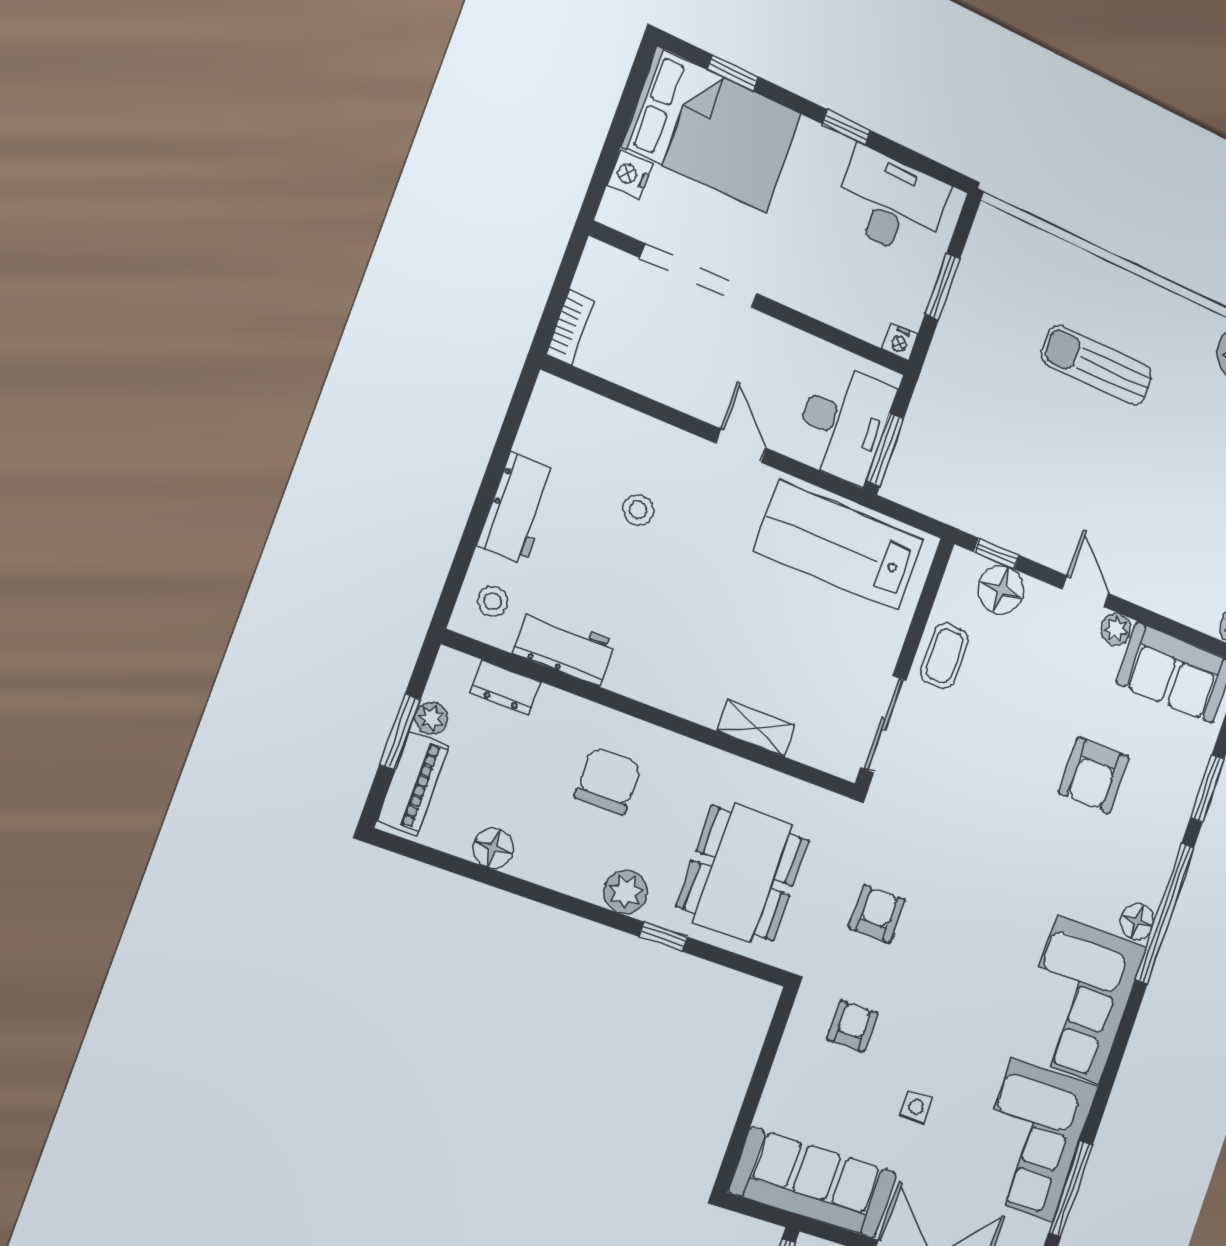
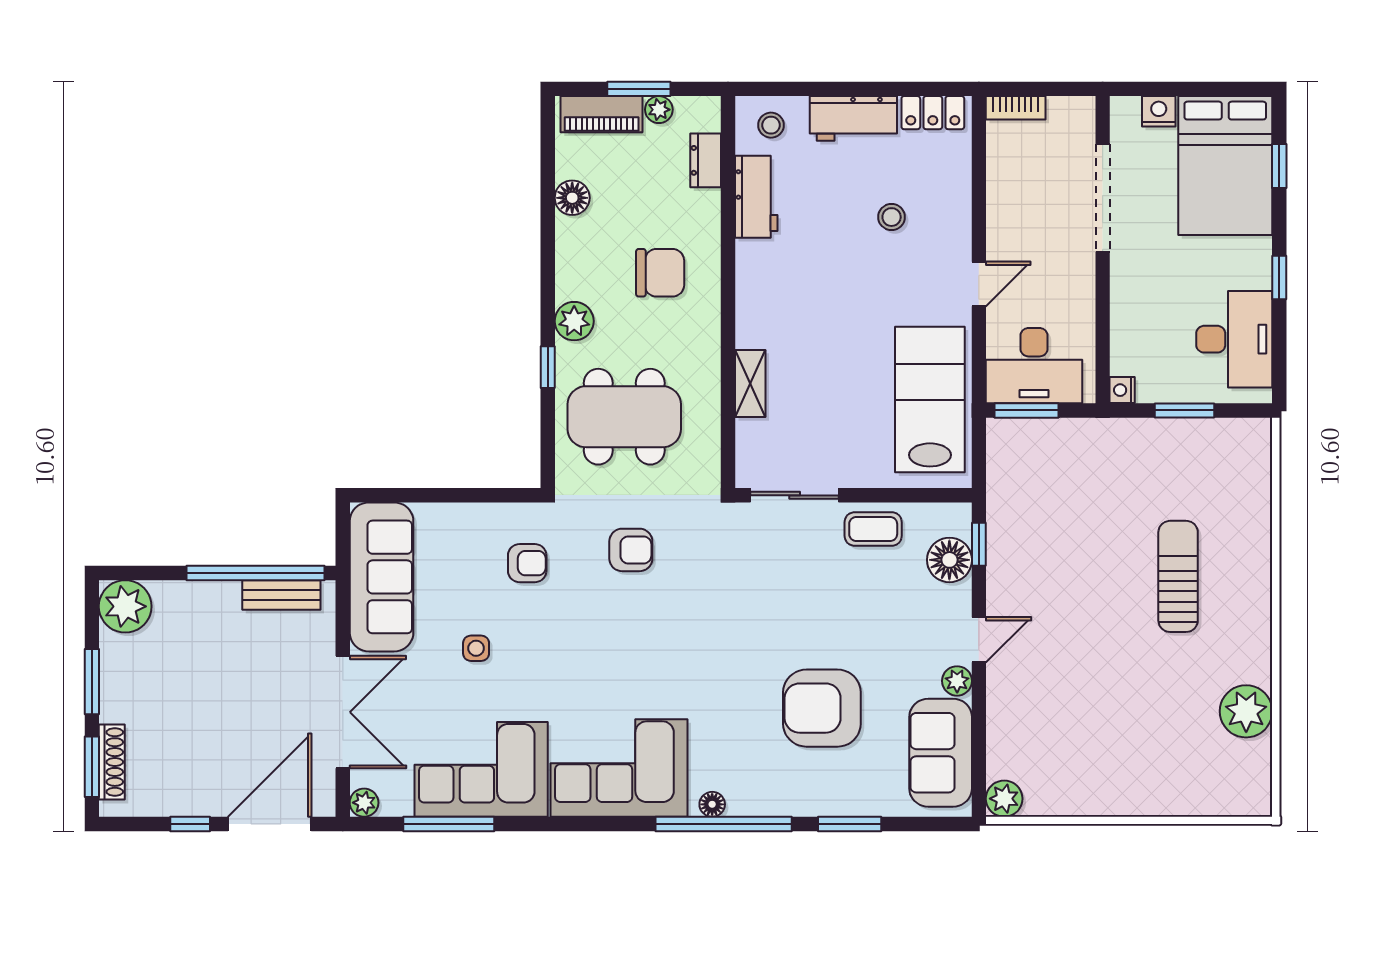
locker: (543, 419) -> (933, 113), added
armchair: (1094, 775) -> (822, 708), width x1.36, depth x1.36
floor lamp: (1137, 921) -> (712, 804), width x0.73, depth x0.73

